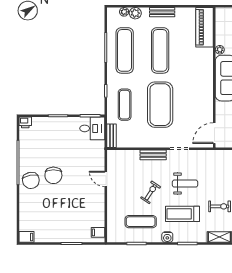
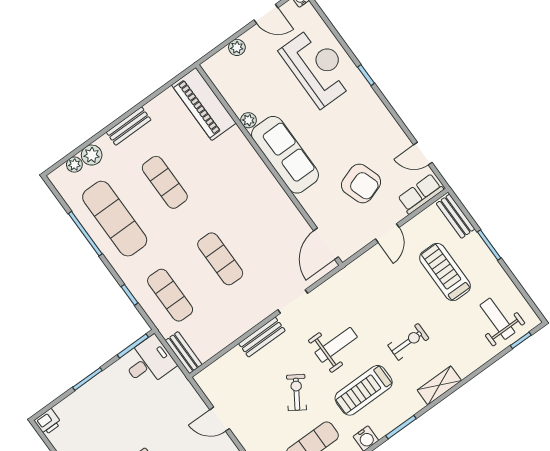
exercise mat: (160, 50) -> (165, 182), width x0.73, depth x0.69
exercise mat: (160, 105) -> (220, 259), width x0.50, depth x0.69

